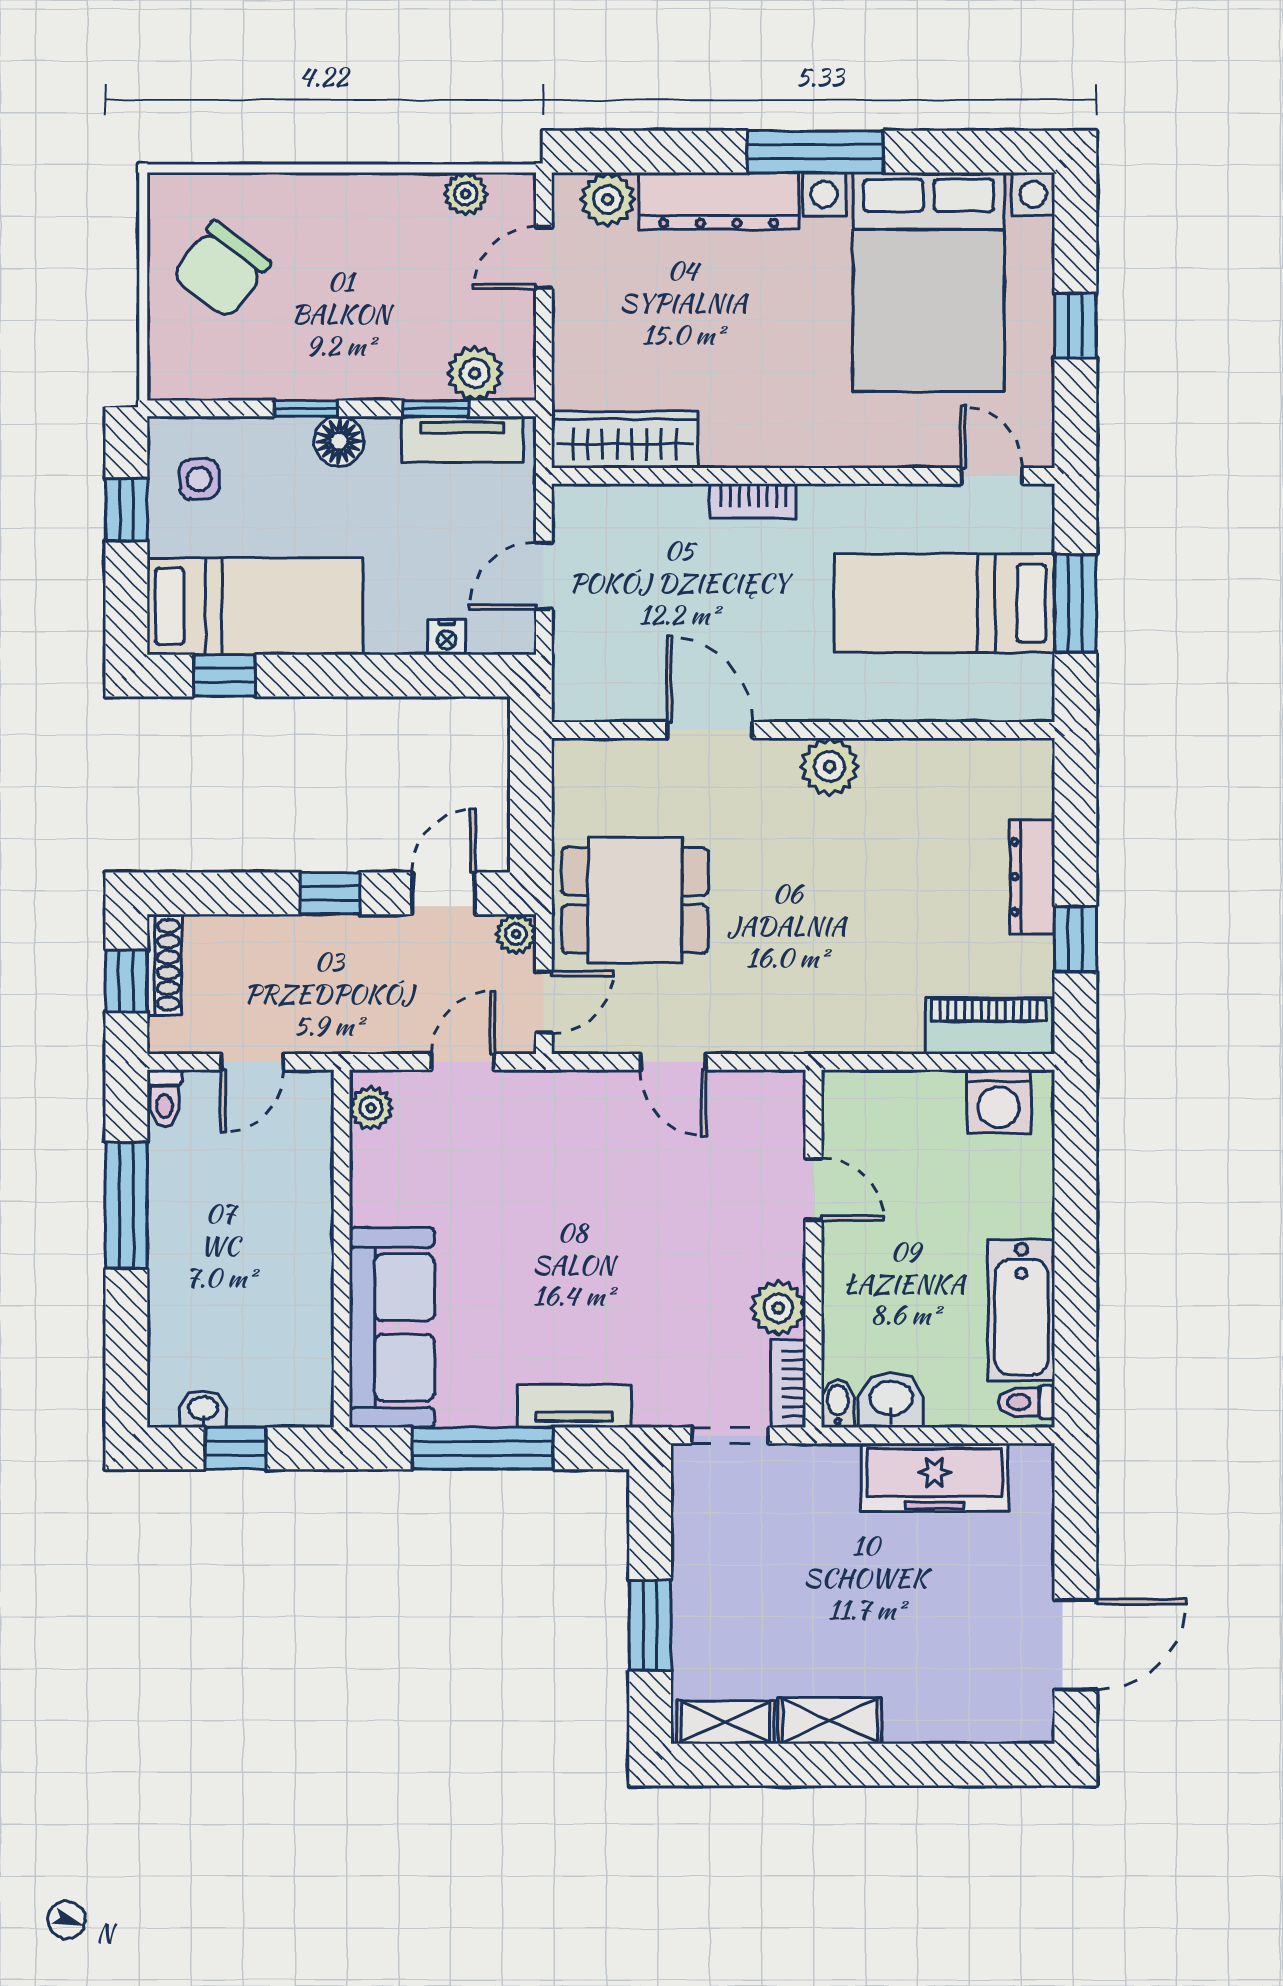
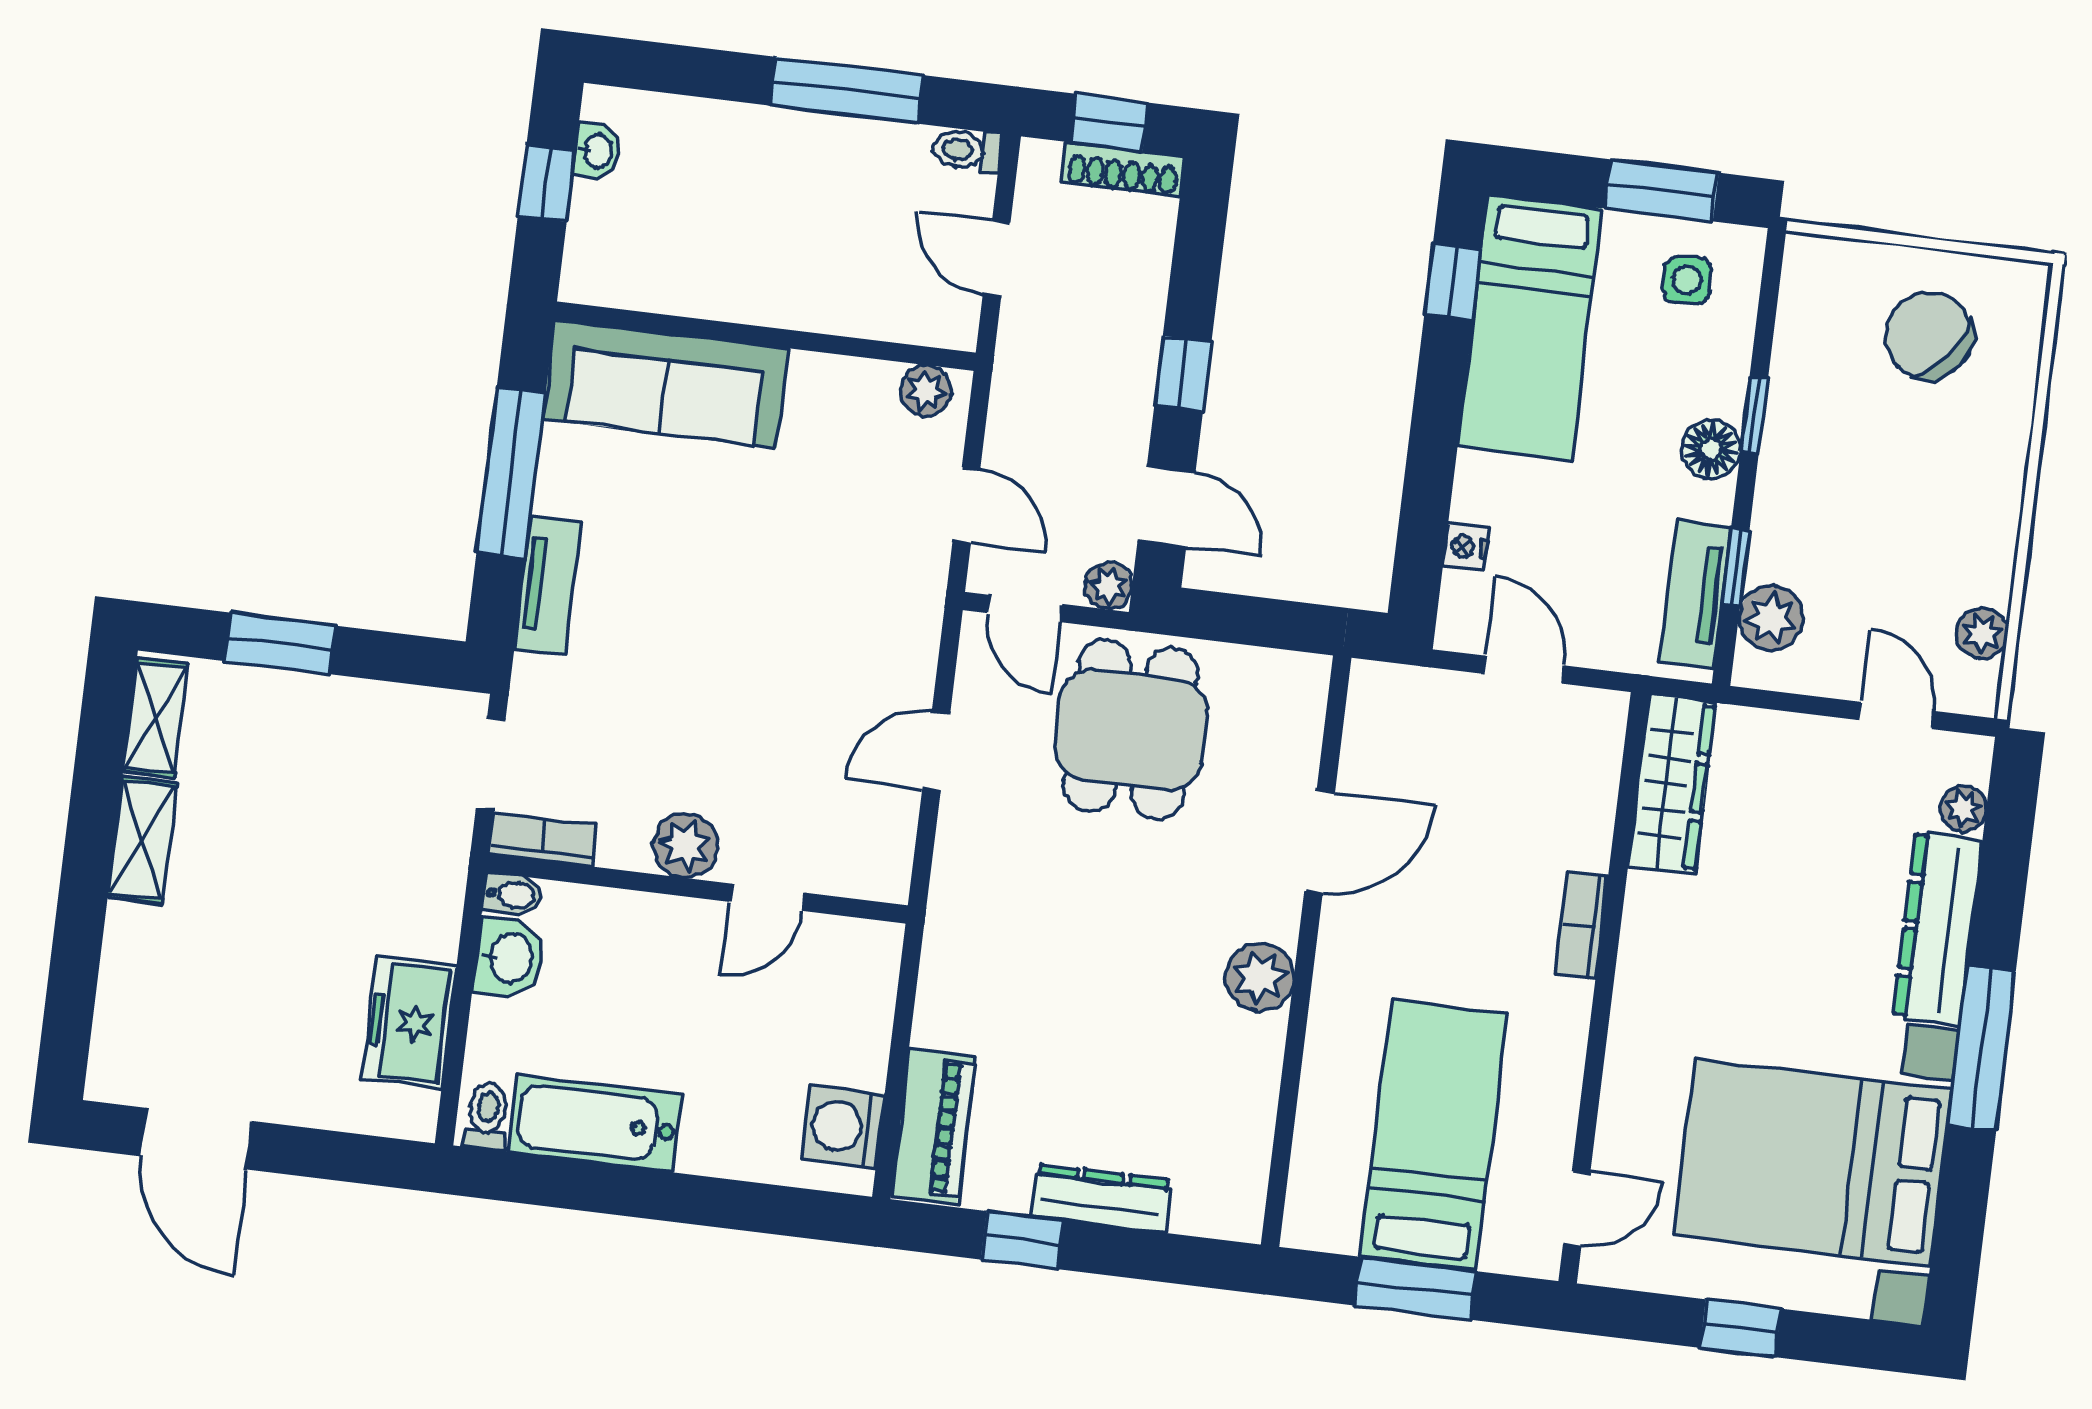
plant: (608, 199) -> (1963, 808), width x0.73, depth x0.73
window: (126, 510) -> (1662, 190), width x1.50
plant: (778, 1308) -> (686, 846), moved
freezer: (935, 1477) -> (409, 1022), width x0.71

